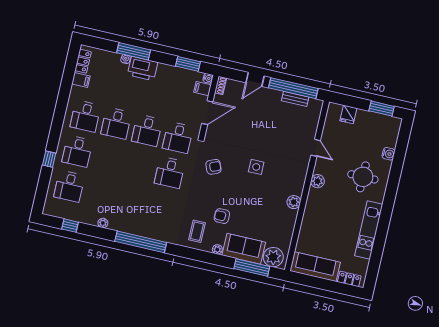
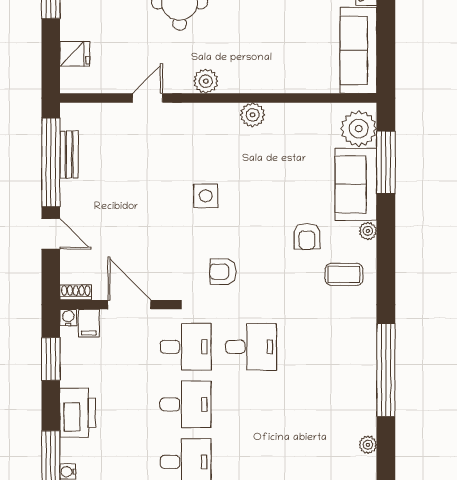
printer: (143, 69) -> (78, 413), moved
armchair: (213, 167) -> (223, 272), turned -67

